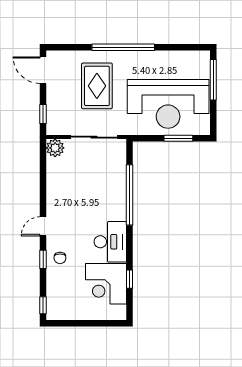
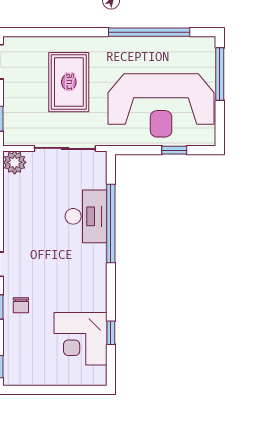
window: (123, 47) -> (149, 32), moved
window: (178, 138) -> (174, 150), width x0.67
desk: (110, 242) -> (86, 216), moved

